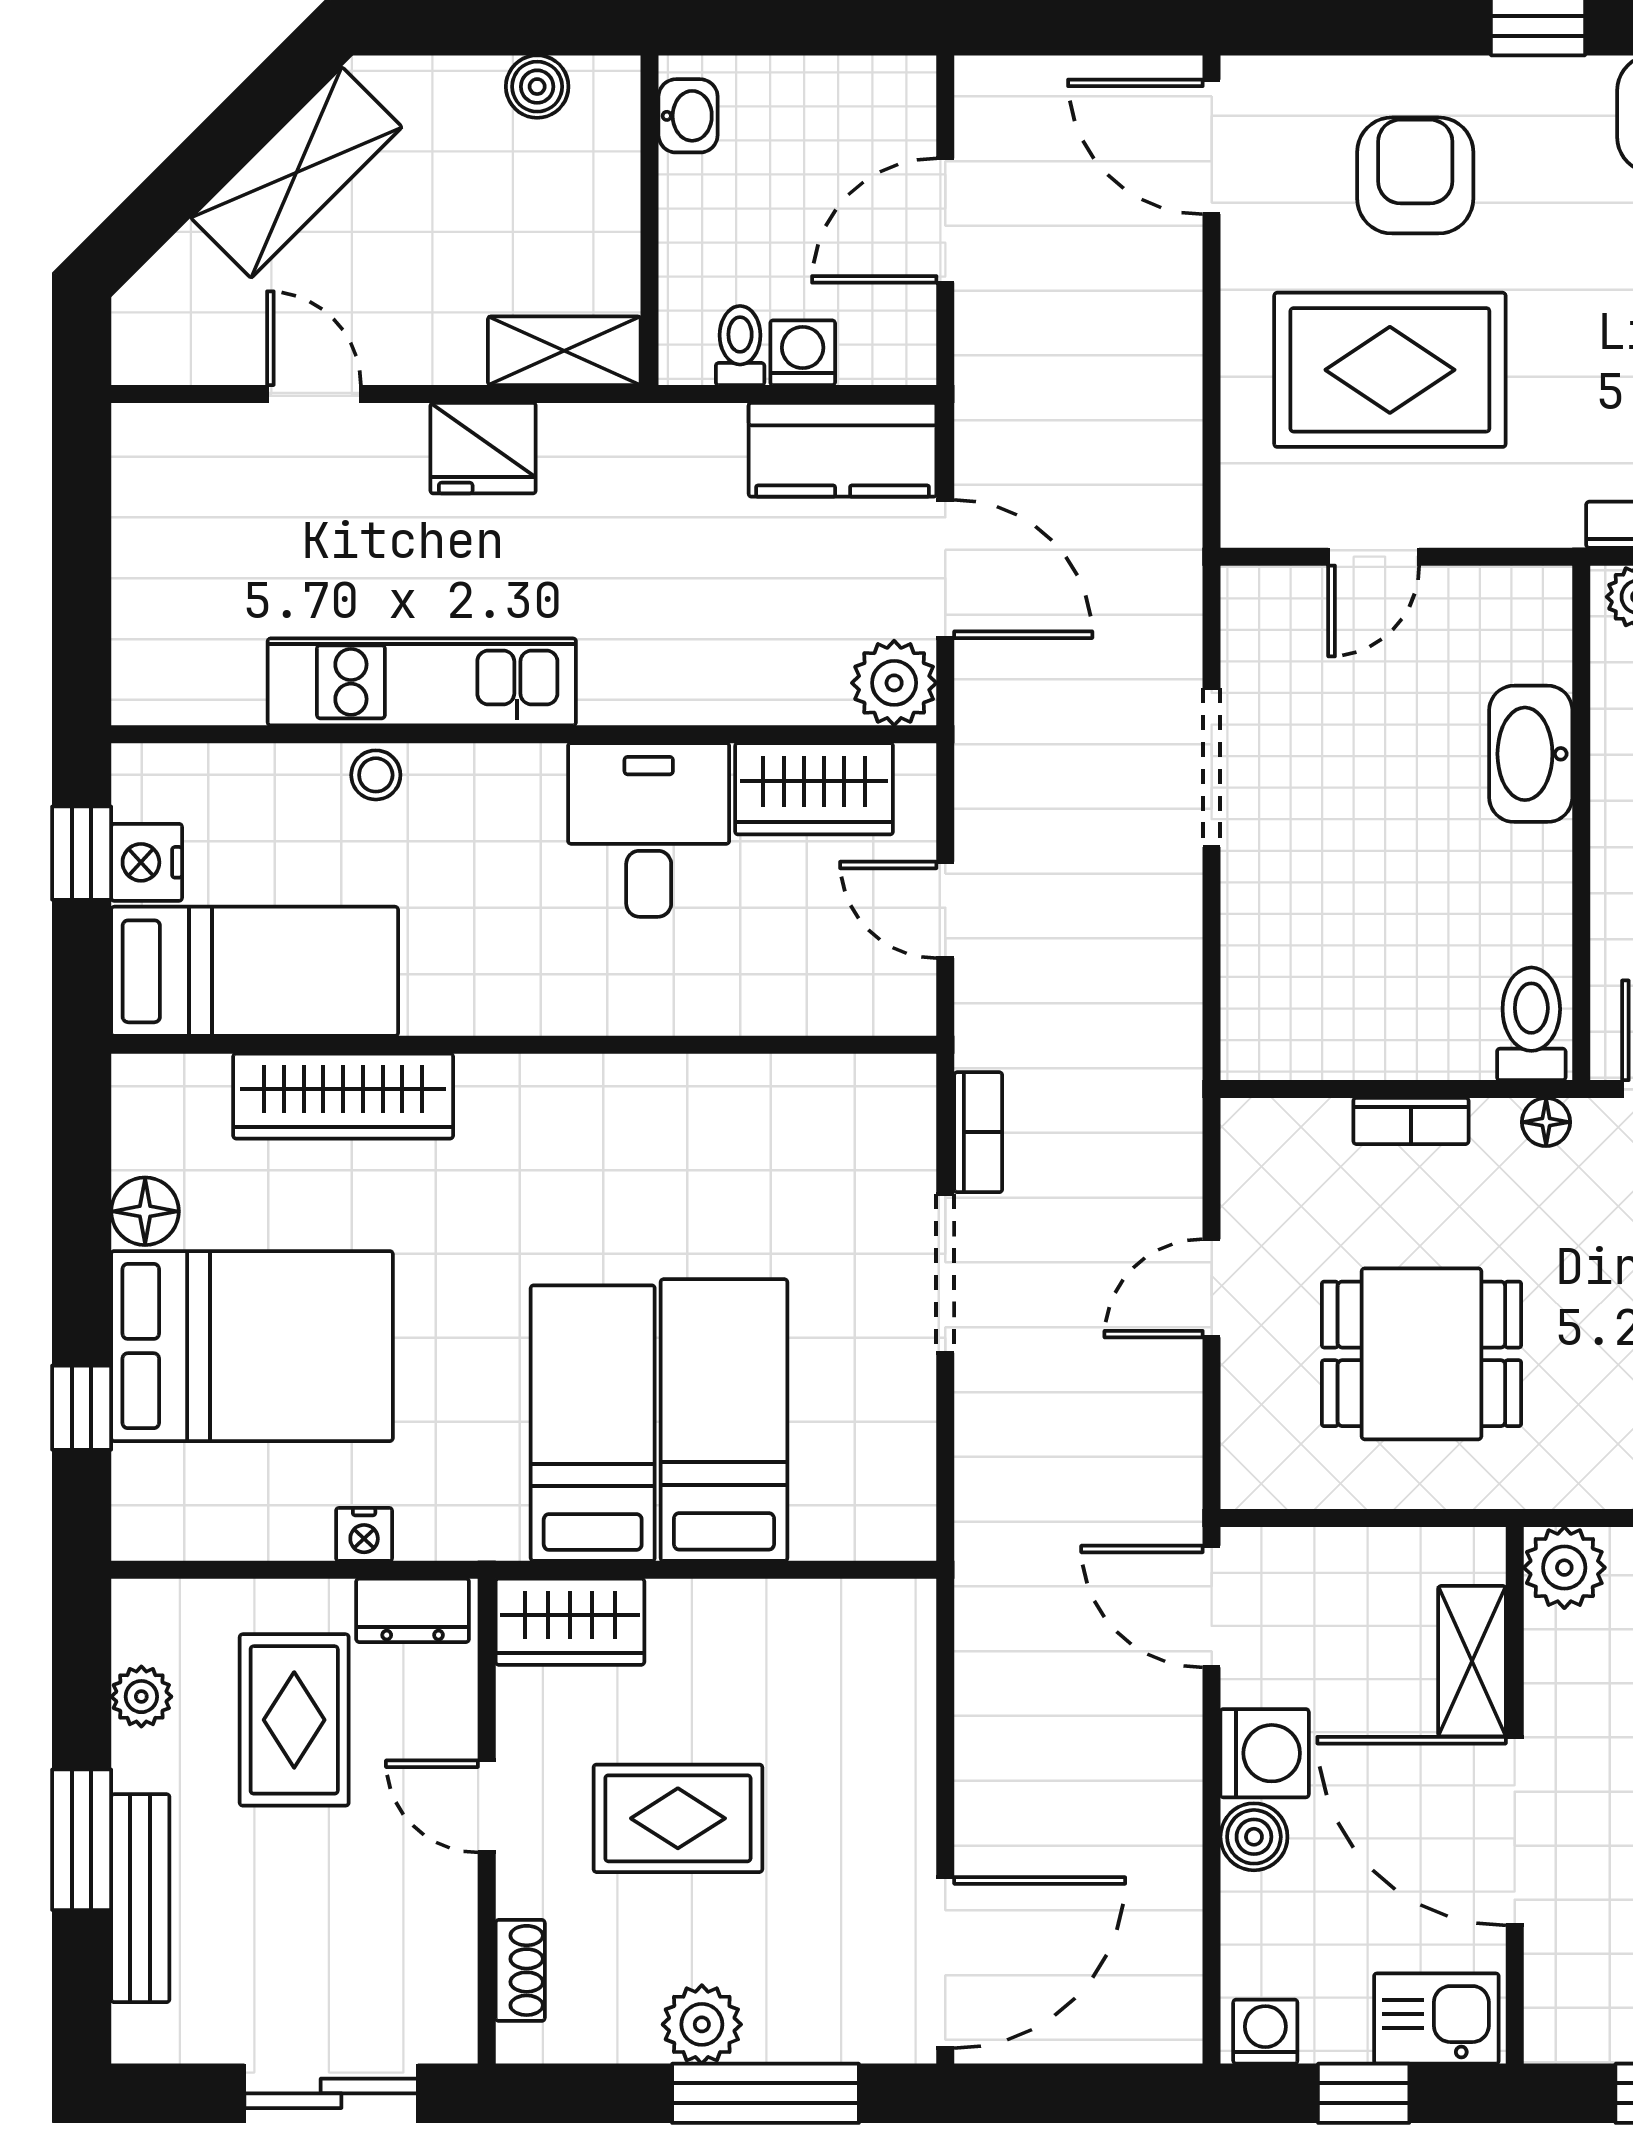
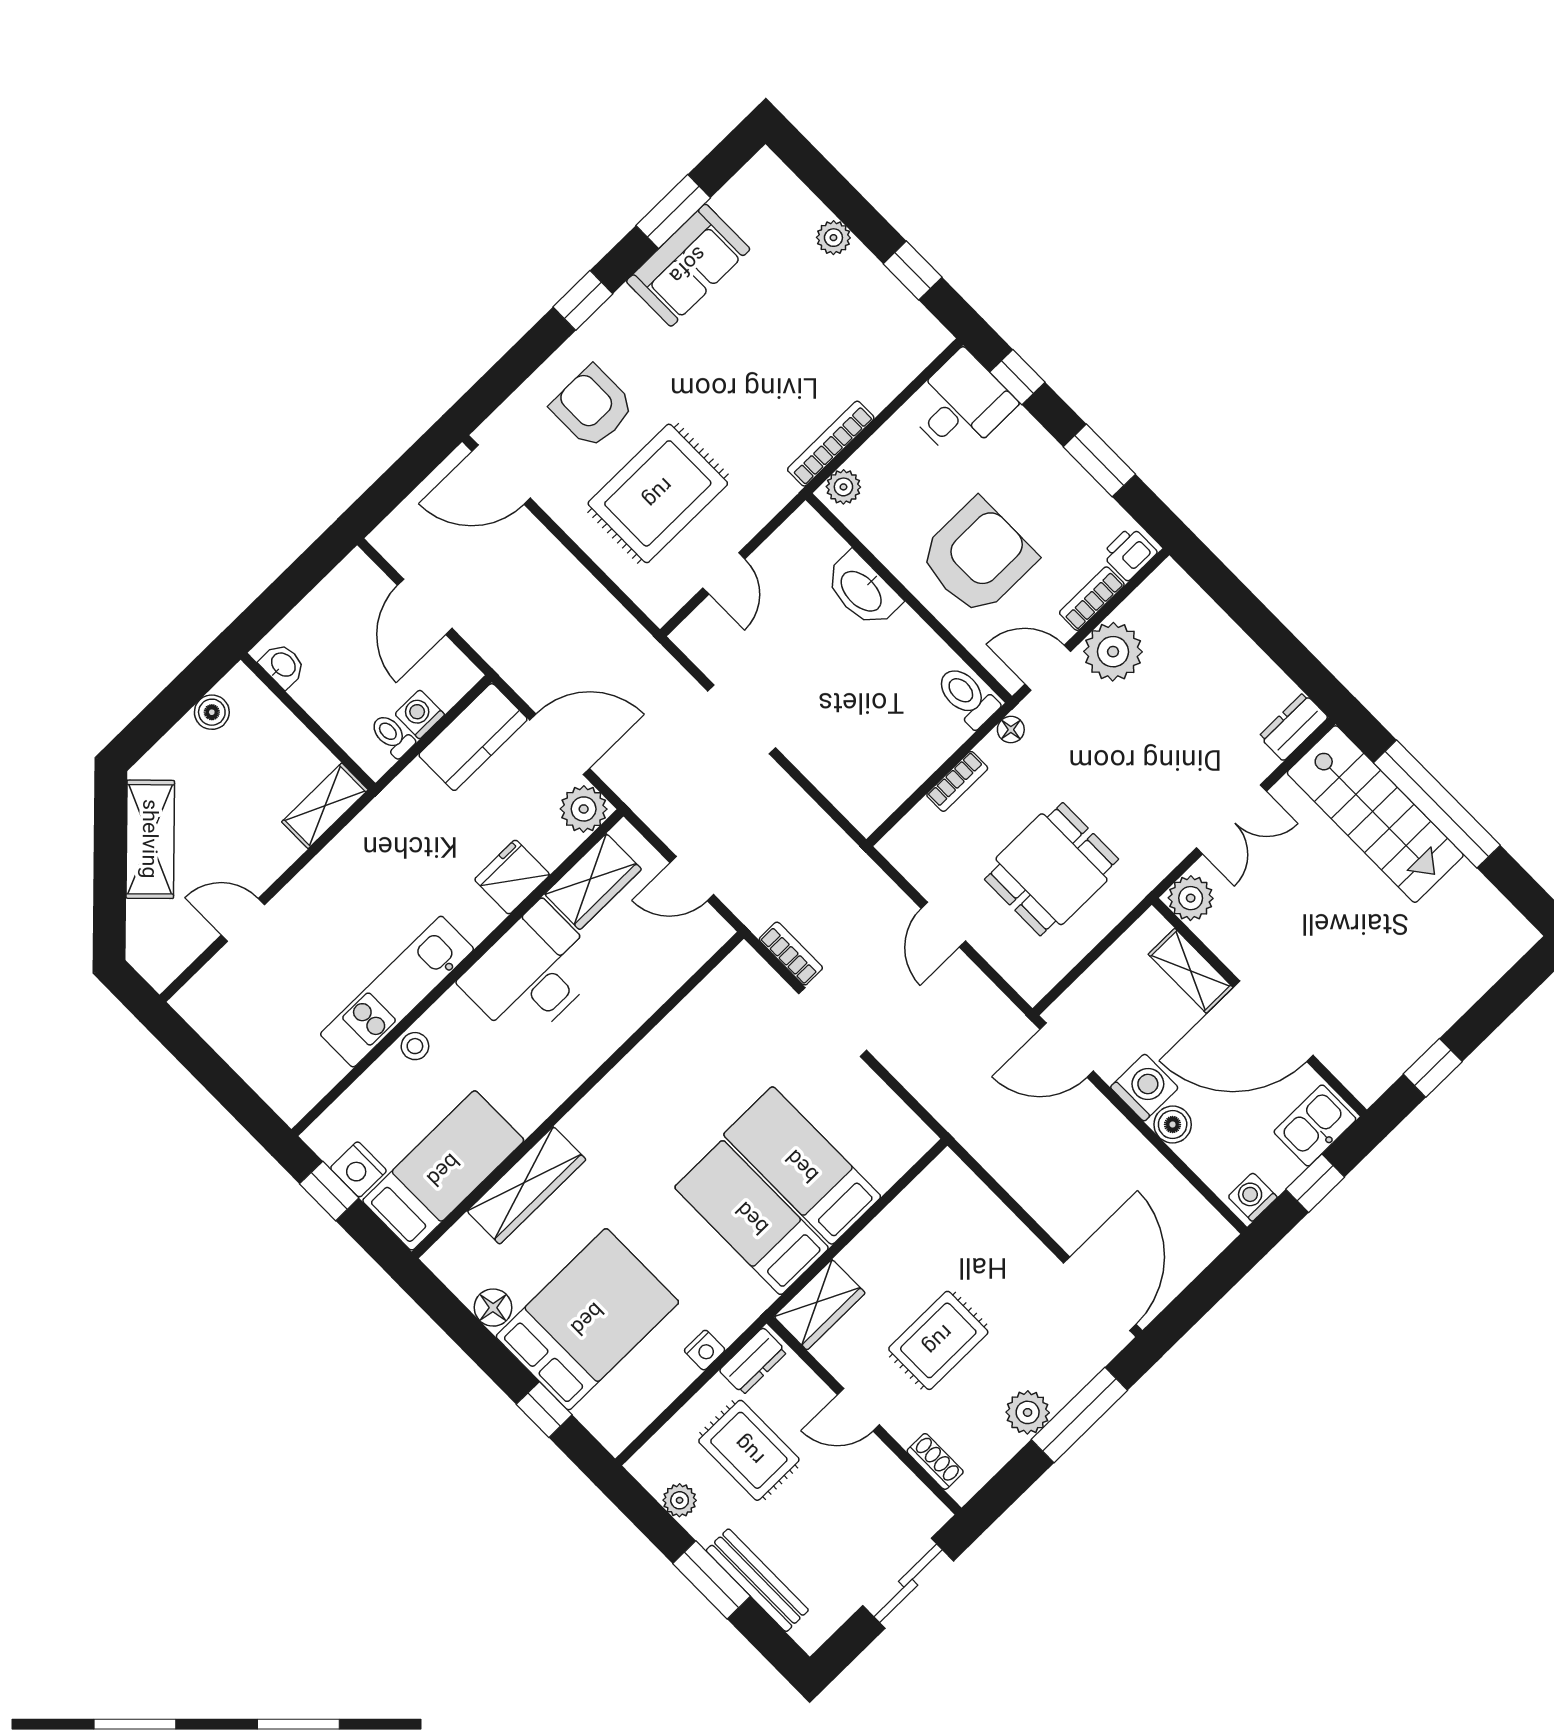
fridge: (483, 448) -> (512, 877), moved, turned 180
desk: (649, 830) -> (532, 974), width x1.37

